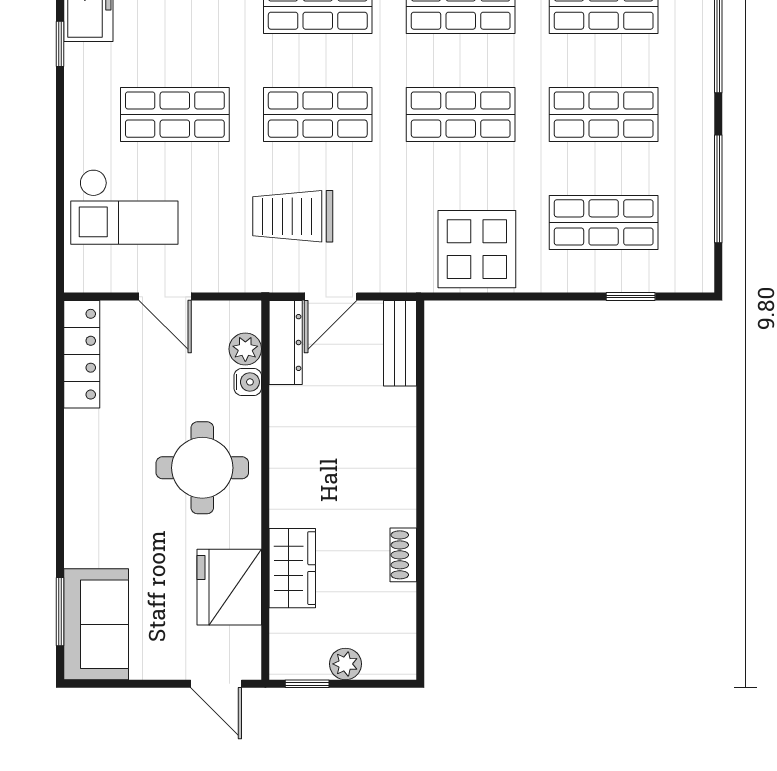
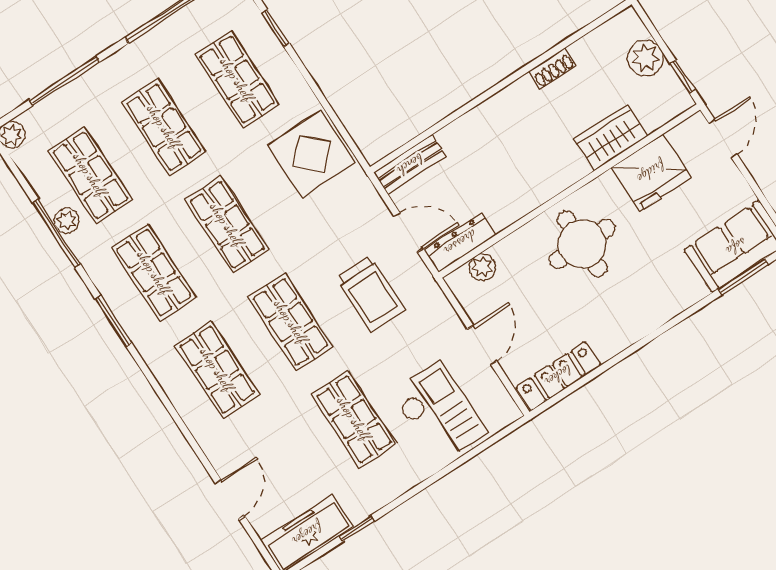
water cooler: (248, 382) -> (504, 251), removed
plant: (345, 664) -> (645, 58), width x1.38, depth x1.38

